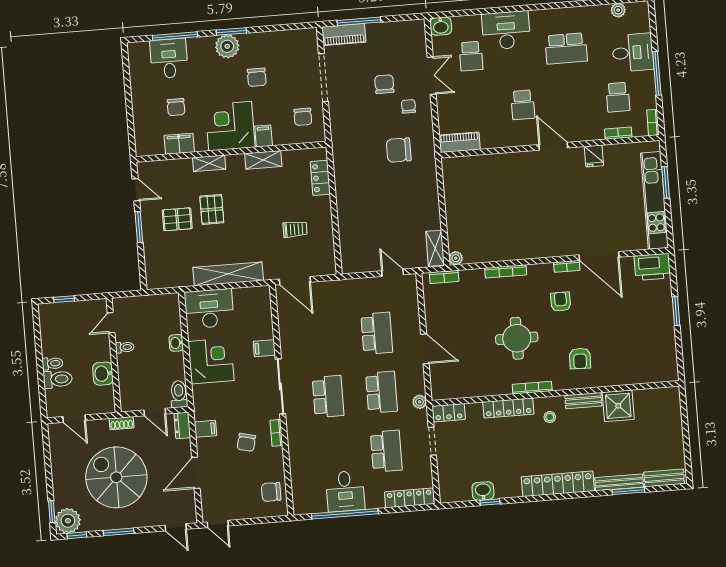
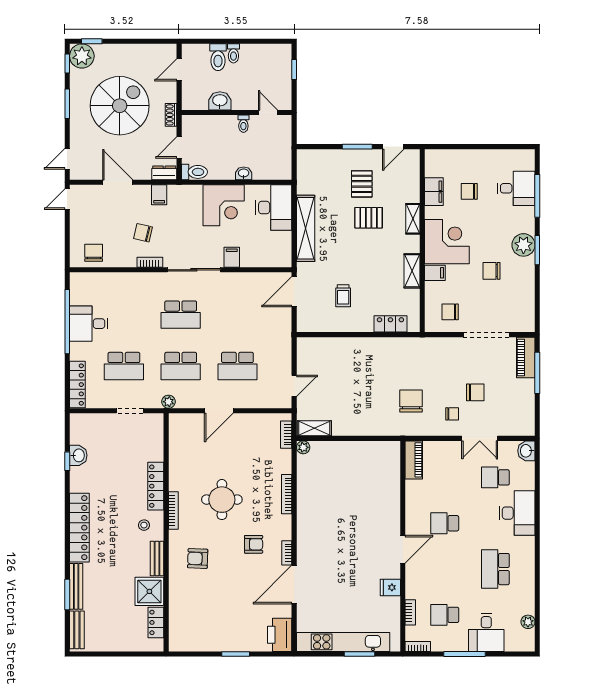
locker: (449, 413) -> (156, 622), moved

